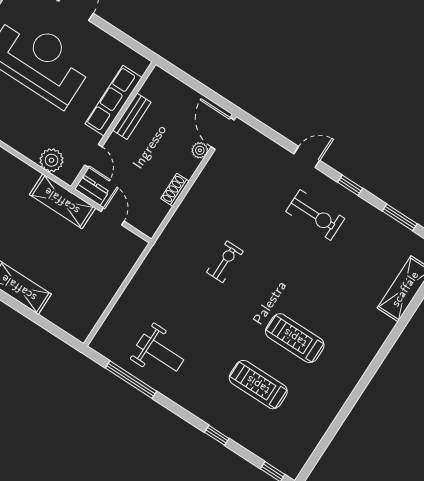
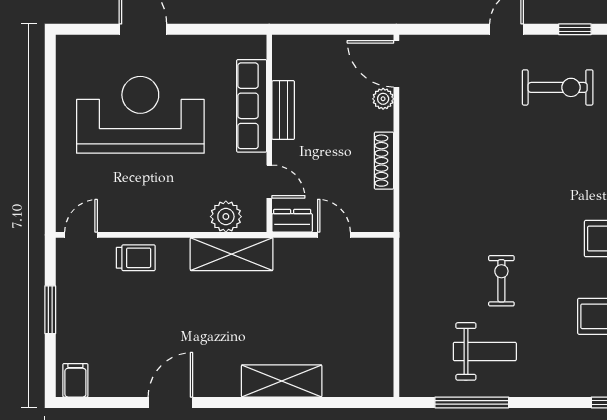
shoe rack: (175, 190) -> (384, 161), width x1.43
shelving: (62, 201) -> (232, 254), moved
exercise bike: (225, 262) -> (501, 281), moved

